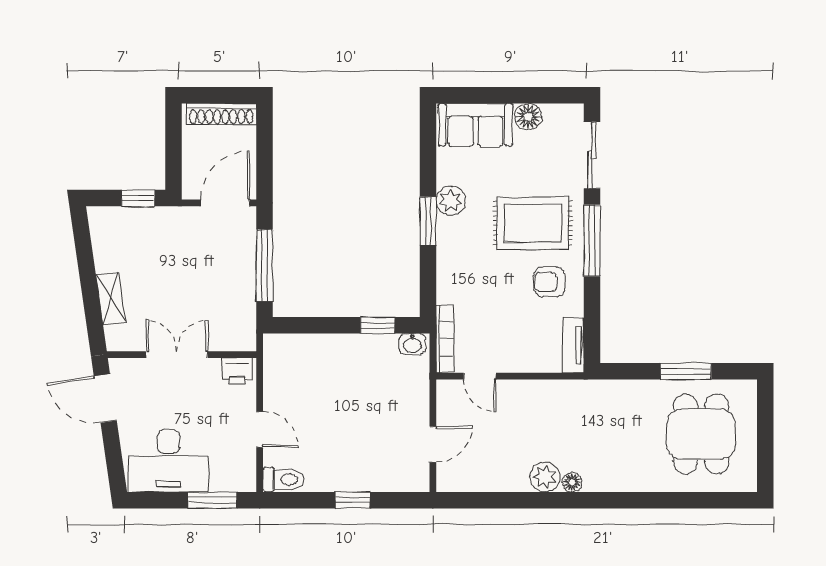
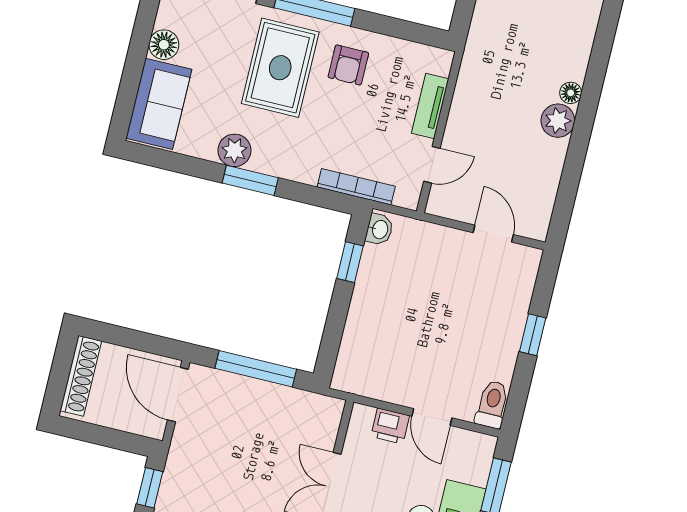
bookcase: (445, 339) -> (356, 187), moved
tv unit: (573, 345) -> (430, 106), moved, turned 90
printer: (237, 371) -> (390, 426), moved, turned 90
door: (260, 429) -> (432, 417), swing flipped

